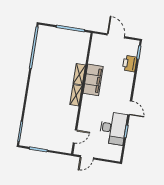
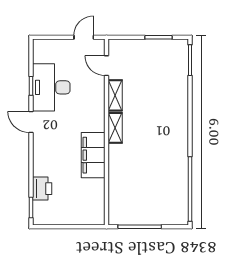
door: (116, 36) -> (70, 227), removed
shelving: (79, 74) -> (115, 95), moved
door: (75, 136) -> (106, 66), hinge flipped

